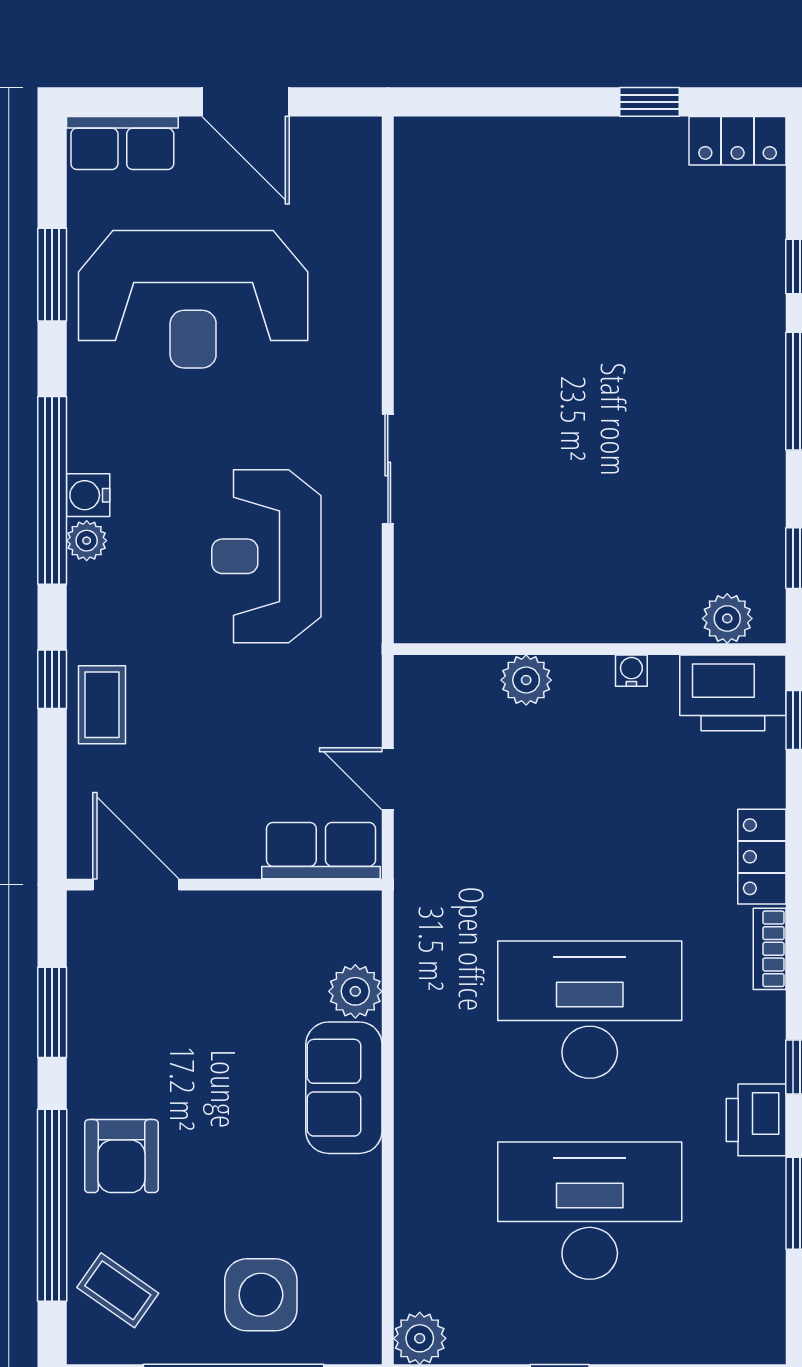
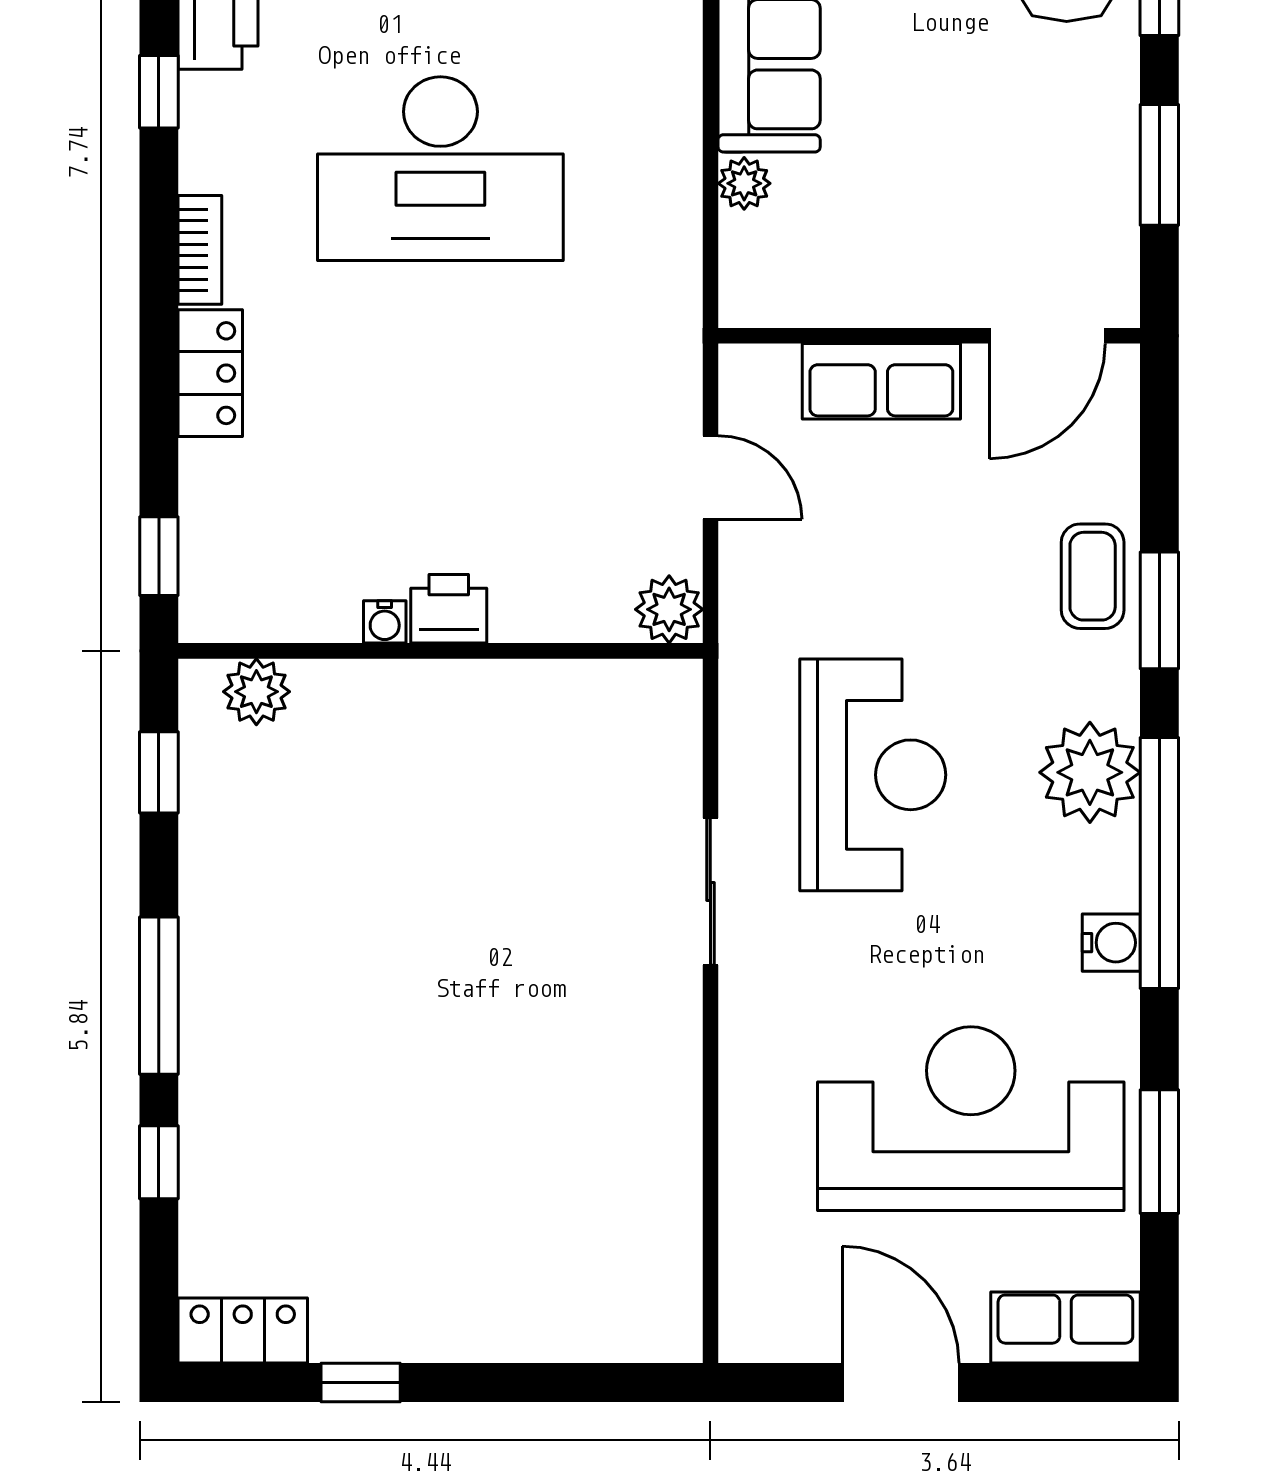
water cooler: (88, 495) -> (1111, 943), moved
plant: (87, 541) -> (1090, 772), width x1.87, depth x1.87
window: (52, 679) -> (1159, 610), width x1.50
plant: (526, 680) -> (669, 609), moved
printer: (733, 693) -> (449, 609), moved, width x0.53, depth x0.68
row of seats: (321, 851) -> (881, 381), moved
door: (136, 885) -> (1047, 336), hinge flipped
plant: (355, 991) -> (744, 183), width x0.73, depth x0.73

